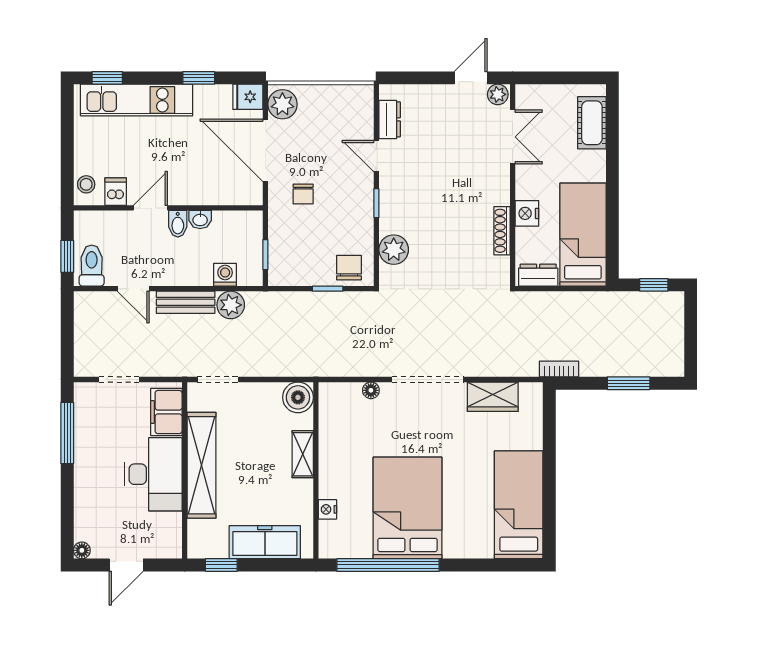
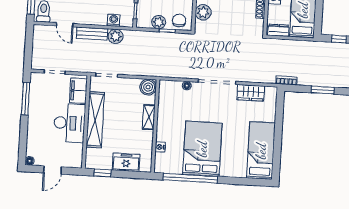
plant: (311, 273) -> (159, 22), added
freezer: (265, 542) -> (126, 162), width x0.71

